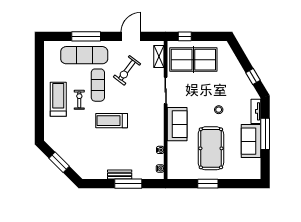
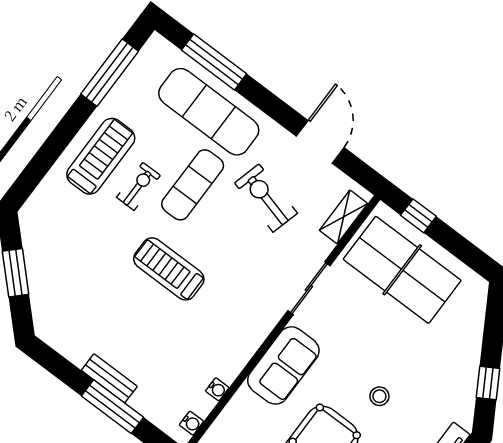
window: (86, 36) -> (214, 62), moved
door: (131, 36) -> (320, 142), hinge flipped
window: (39, 68) -> (110, 73), added
exercise bike: (127, 70) -> (266, 198), turned 68

